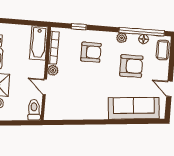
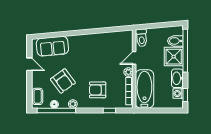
bathtub: (39, 43) -> (144, 89), width x1.36, depth x1.36
armchair: (131, 66) -> (63, 81), turned -126
door: (45, 87) -> (134, 58), swing flipped
sofa: (134, 108) -> (52, 46), width x0.73

